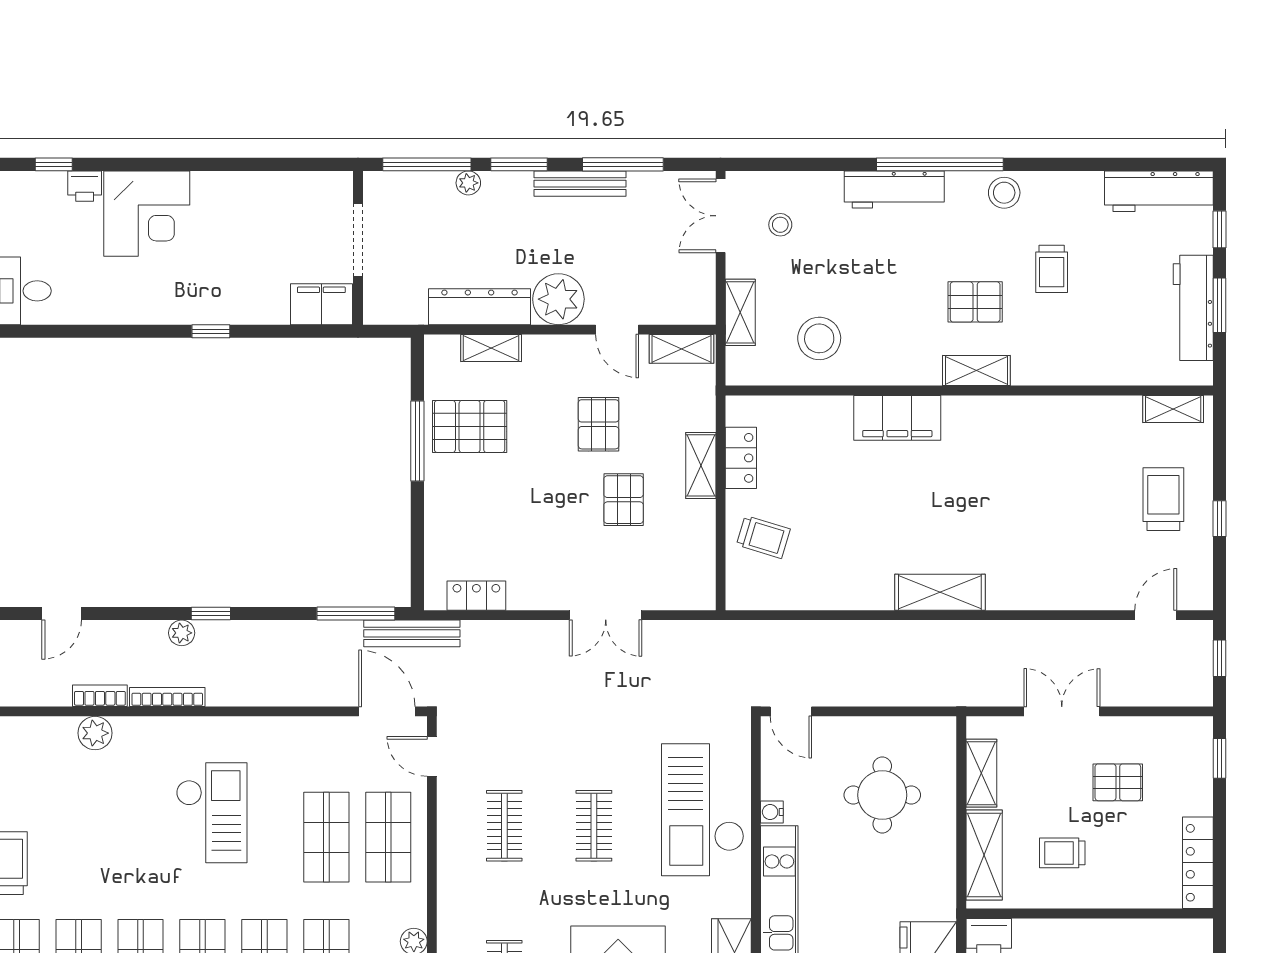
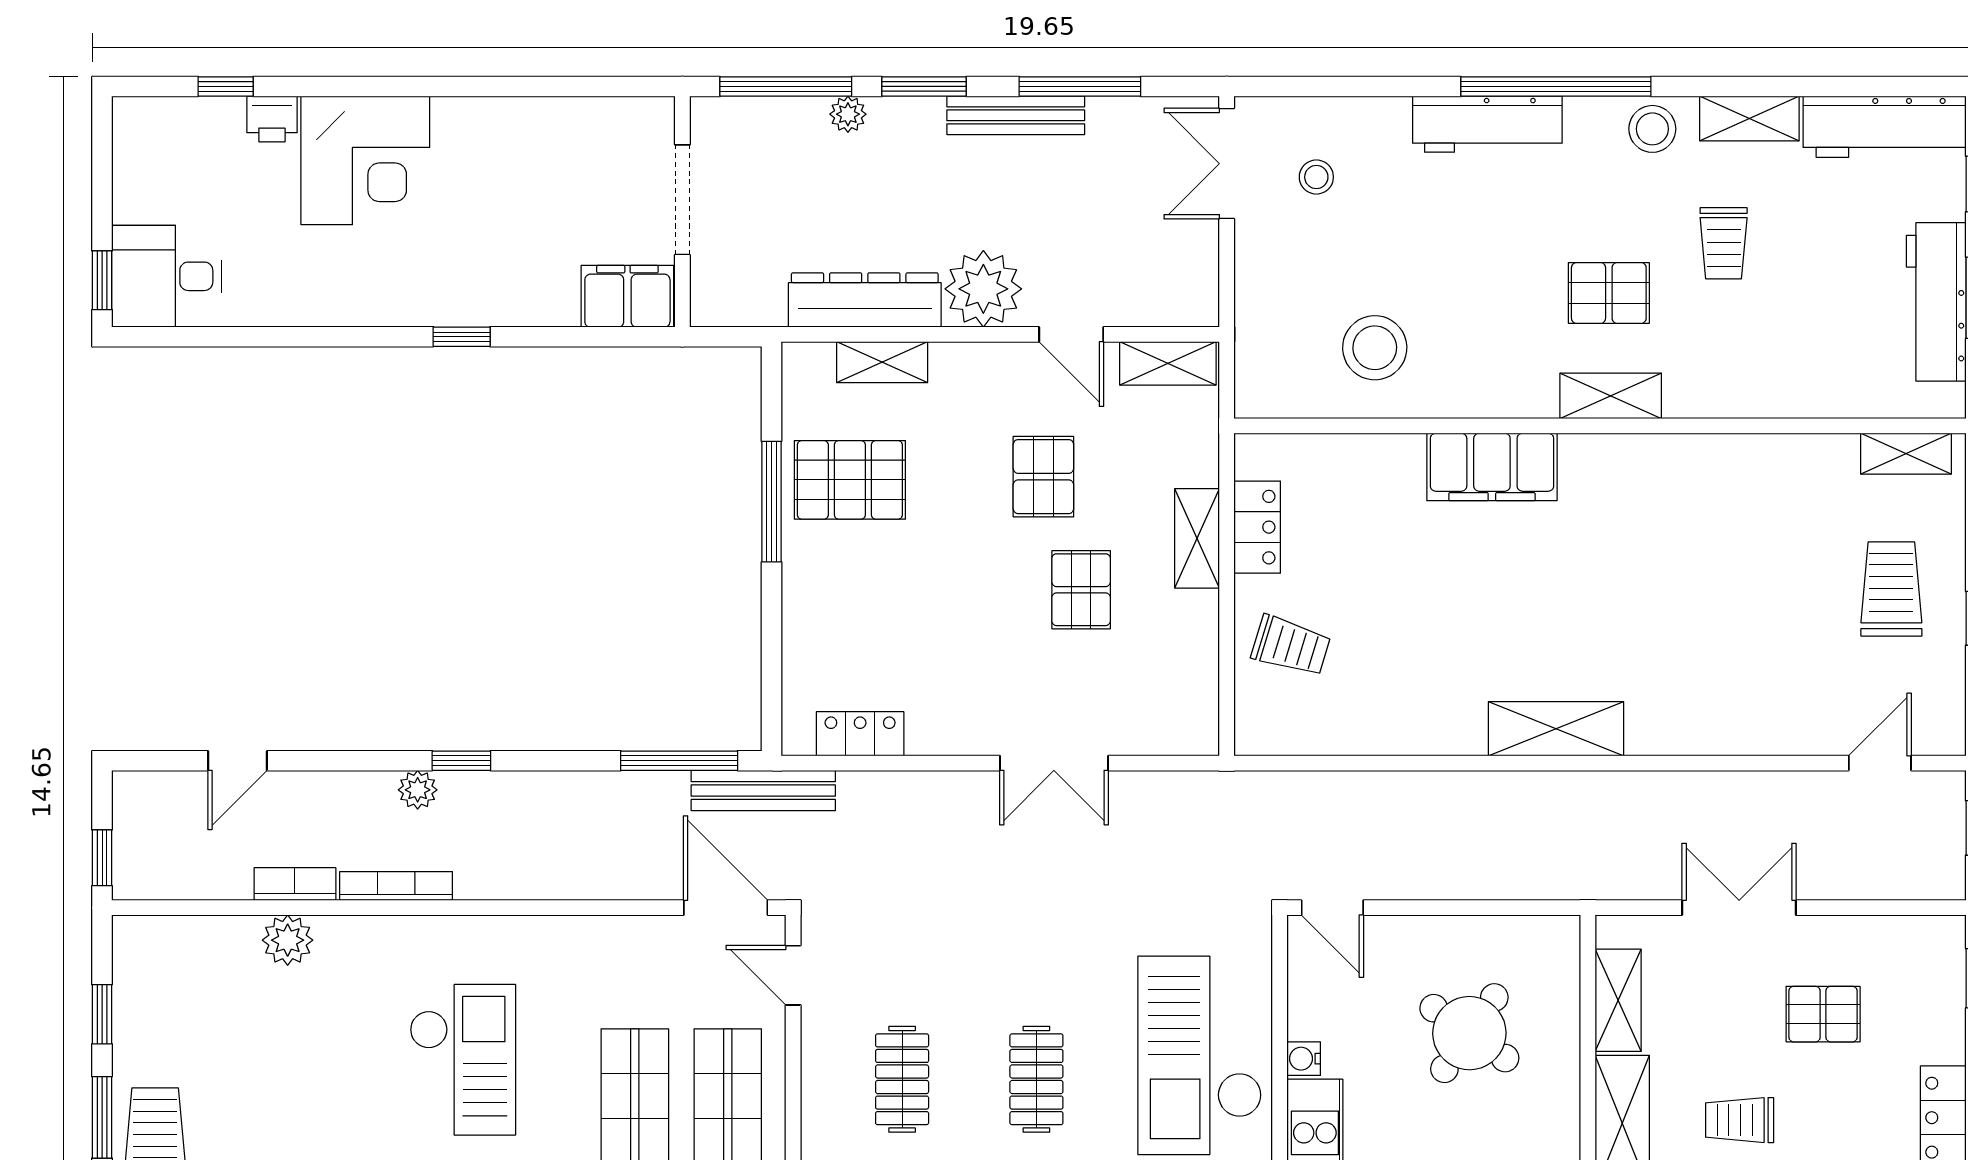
shelving: (740, 312) -> (1749, 118), moved, turned 90
round table: (882, 795) -> (1469, 1033), turned 35

